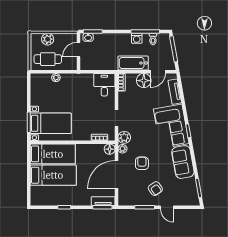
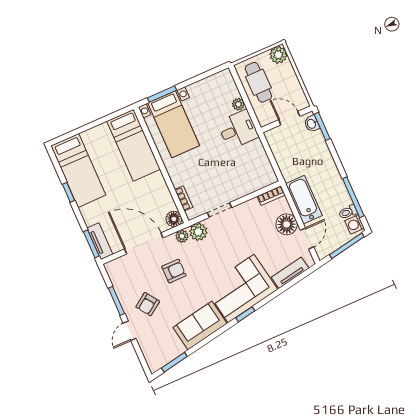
washing machine: (137, 38) -> (355, 224), moved
plant: (48, 39) -> (278, 55), moved
door: (158, 72) -> (307, 238), swing flipped
desk: (104, 85) -> (238, 129), moved
bed: (53, 175) -> (78, 170), moved

